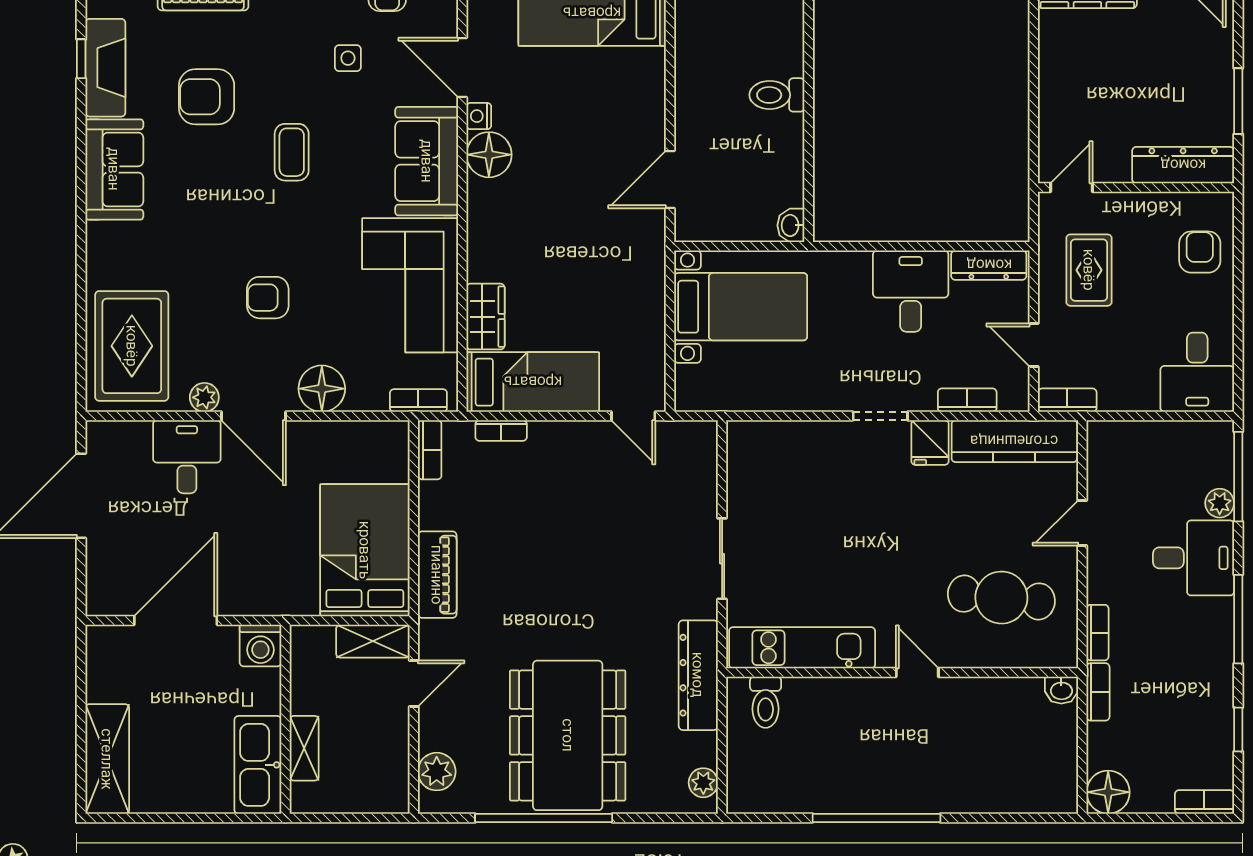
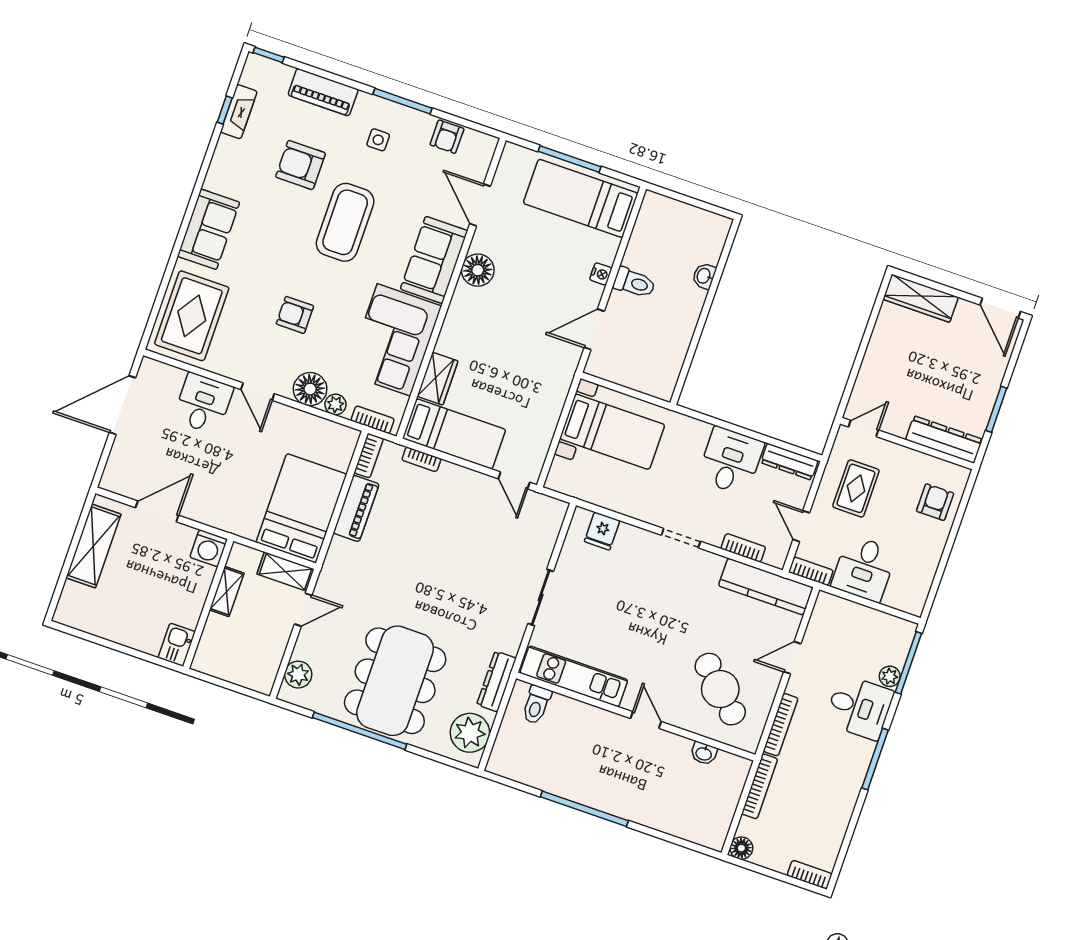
side table: (348, 58) -> (378, 140), moved
fireplace: (105, 68) -> (239, 112), width x0.73, depth x0.76
toilet: (777, 95) -> (634, 283), moved, turned 180
nightstand: (479, 116) -> (601, 274), moved, turned 180
coffee table: (292, 152) -> (345, 222), width x1.86, depth x1.72
sofa: (114, 169) -> (208, 229), moved
washbasin: (791, 225) -> (704, 276), moved
desk: (1197, 372) -> (864, 568), moved
plant: (204, 397) -> (335, 404), moved
door: (254, 416) -> (258, 392), width x0.73
fridge: (930, 443) -> (602, 531), moved
piano: (437, 575) -> (356, 508), moved
cafe table: (1001, 598) -> (720, 689), turned 38
door: (176, 620) -> (157, 511), width x0.73
bookcase: (1098, 633) -> (781, 725), width x1.56
dresser: (698, 675) -> (497, 681), width x0.73, depth x0.80
washbasin: (1061, 690) -> (704, 753), moved
bookcase: (1098, 692) -> (760, 786), width x1.56
window: (1238, 729) -> (849, 834), removed
shelving: (304, 748) -> (227, 591), moved
shelving: (107, 759) -> (93, 546), moved
kitchen sink: (258, 765) -> (177, 645), width x0.53, depth x0.81
plant: (703, 783) -> (470, 733), width x1.88, depth x1.88
floor lamp: (1108, 792) -> (741, 848), width x0.73, depth x0.73

